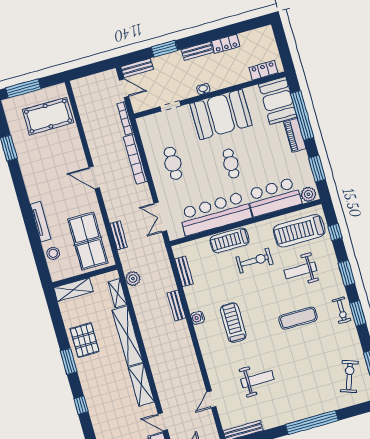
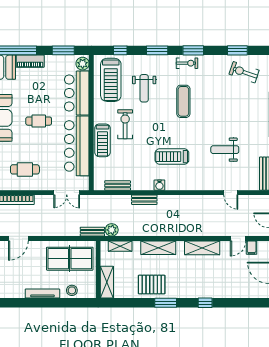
bench: (119, 235) -> (92, 232), moved
shelving: (128, 336) -> (158, 248), width x0.68
weight bench: (257, 379) -> (225, 150), turned -90

